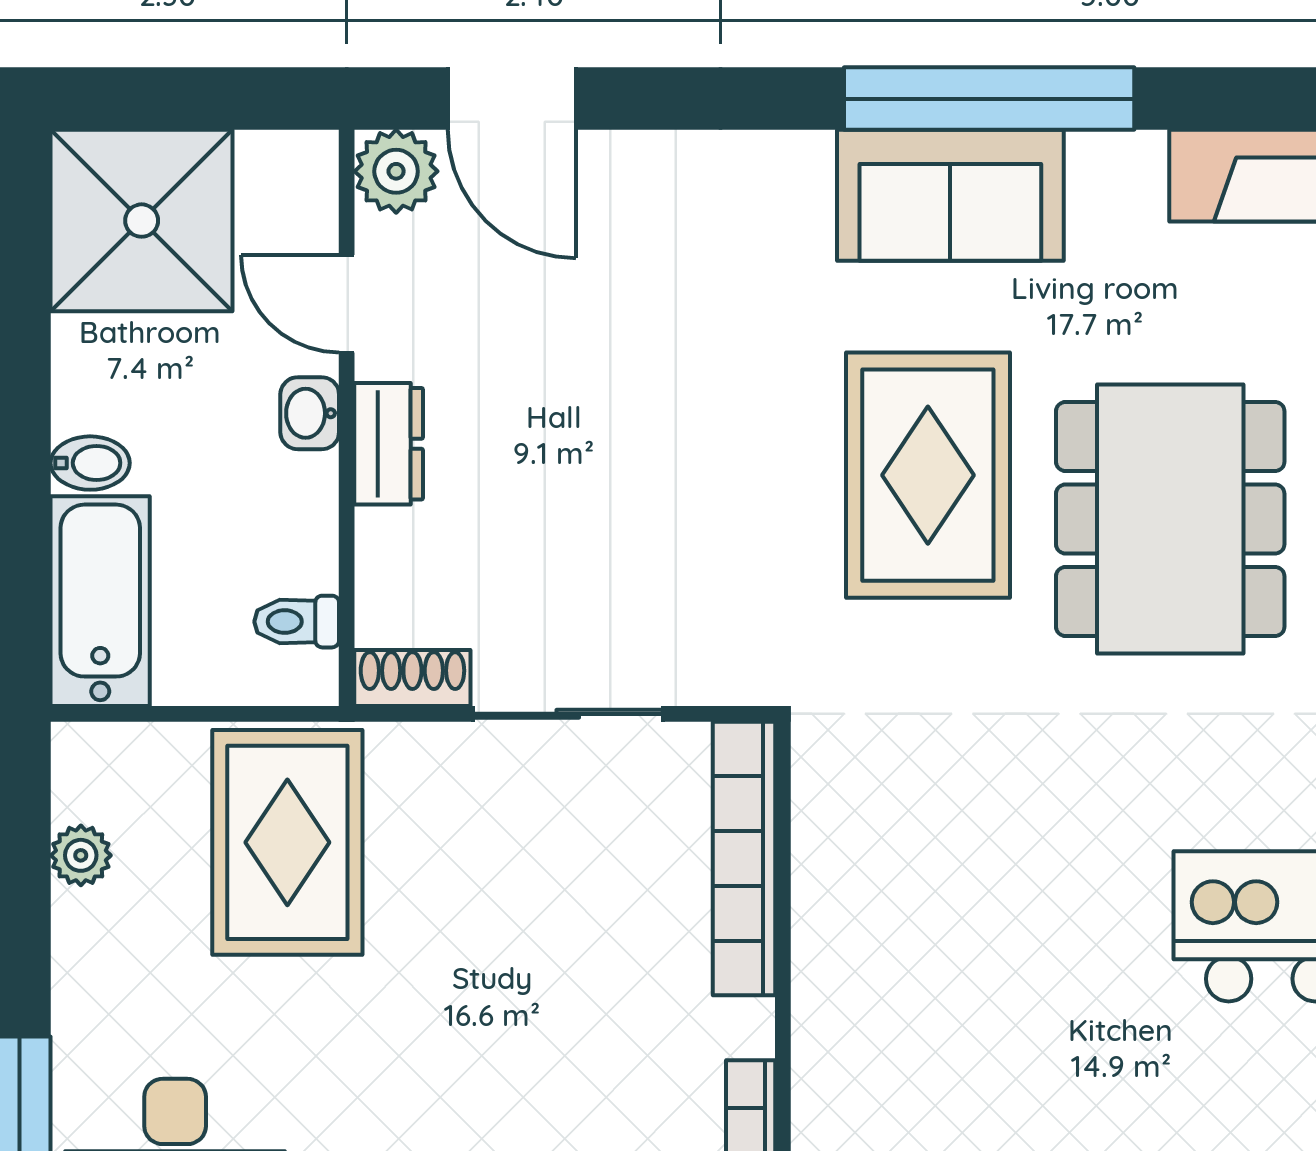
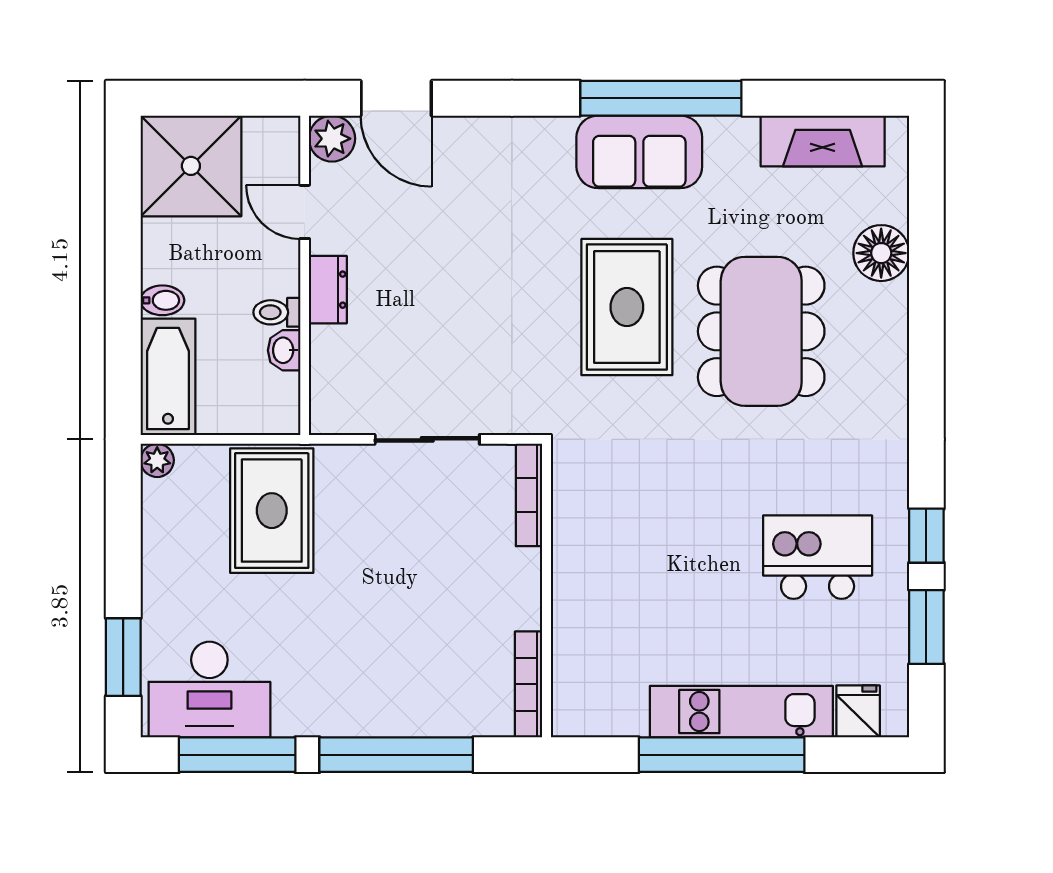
washbasin: (310, 413) -> (284, 350), moved
toilet: (297, 622) -> (277, 312), moved
shoe rack: (412, 678) -> (341, 419), removed
plant: (81, 855) -> (157, 460), moved
bookcase: (744, 858) -> (529, 495), width x0.68, depth x0.76

